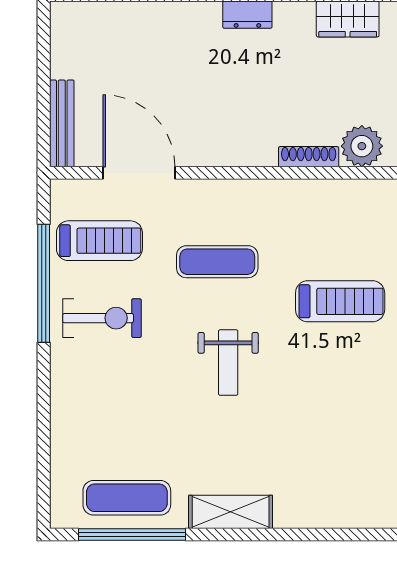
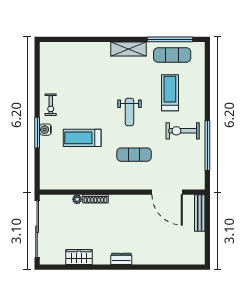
plant: (362, 146) -> (77, 199), width x0.53, depth x0.53
treadmill: (99, 241) -> (170, 93), moved, turned 90
weight bench: (228, 363) -> (129, 112), turned 180

